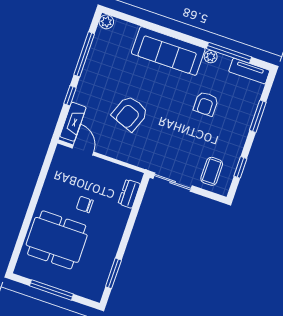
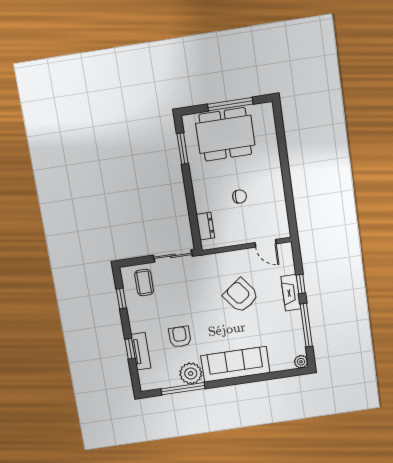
plant: (211, 57) -> (191, 373), width x1.88, depth x1.88
tv unit: (249, 71) -> (141, 351), moved, turned 90
armchair: (130, 113) -> (241, 295), turned -58
window: (258, 116) -> (130, 349), width x0.67
fireplace: (73, 122) -> (291, 293), moved
dining table: (57, 240) -> (225, 134), moved

